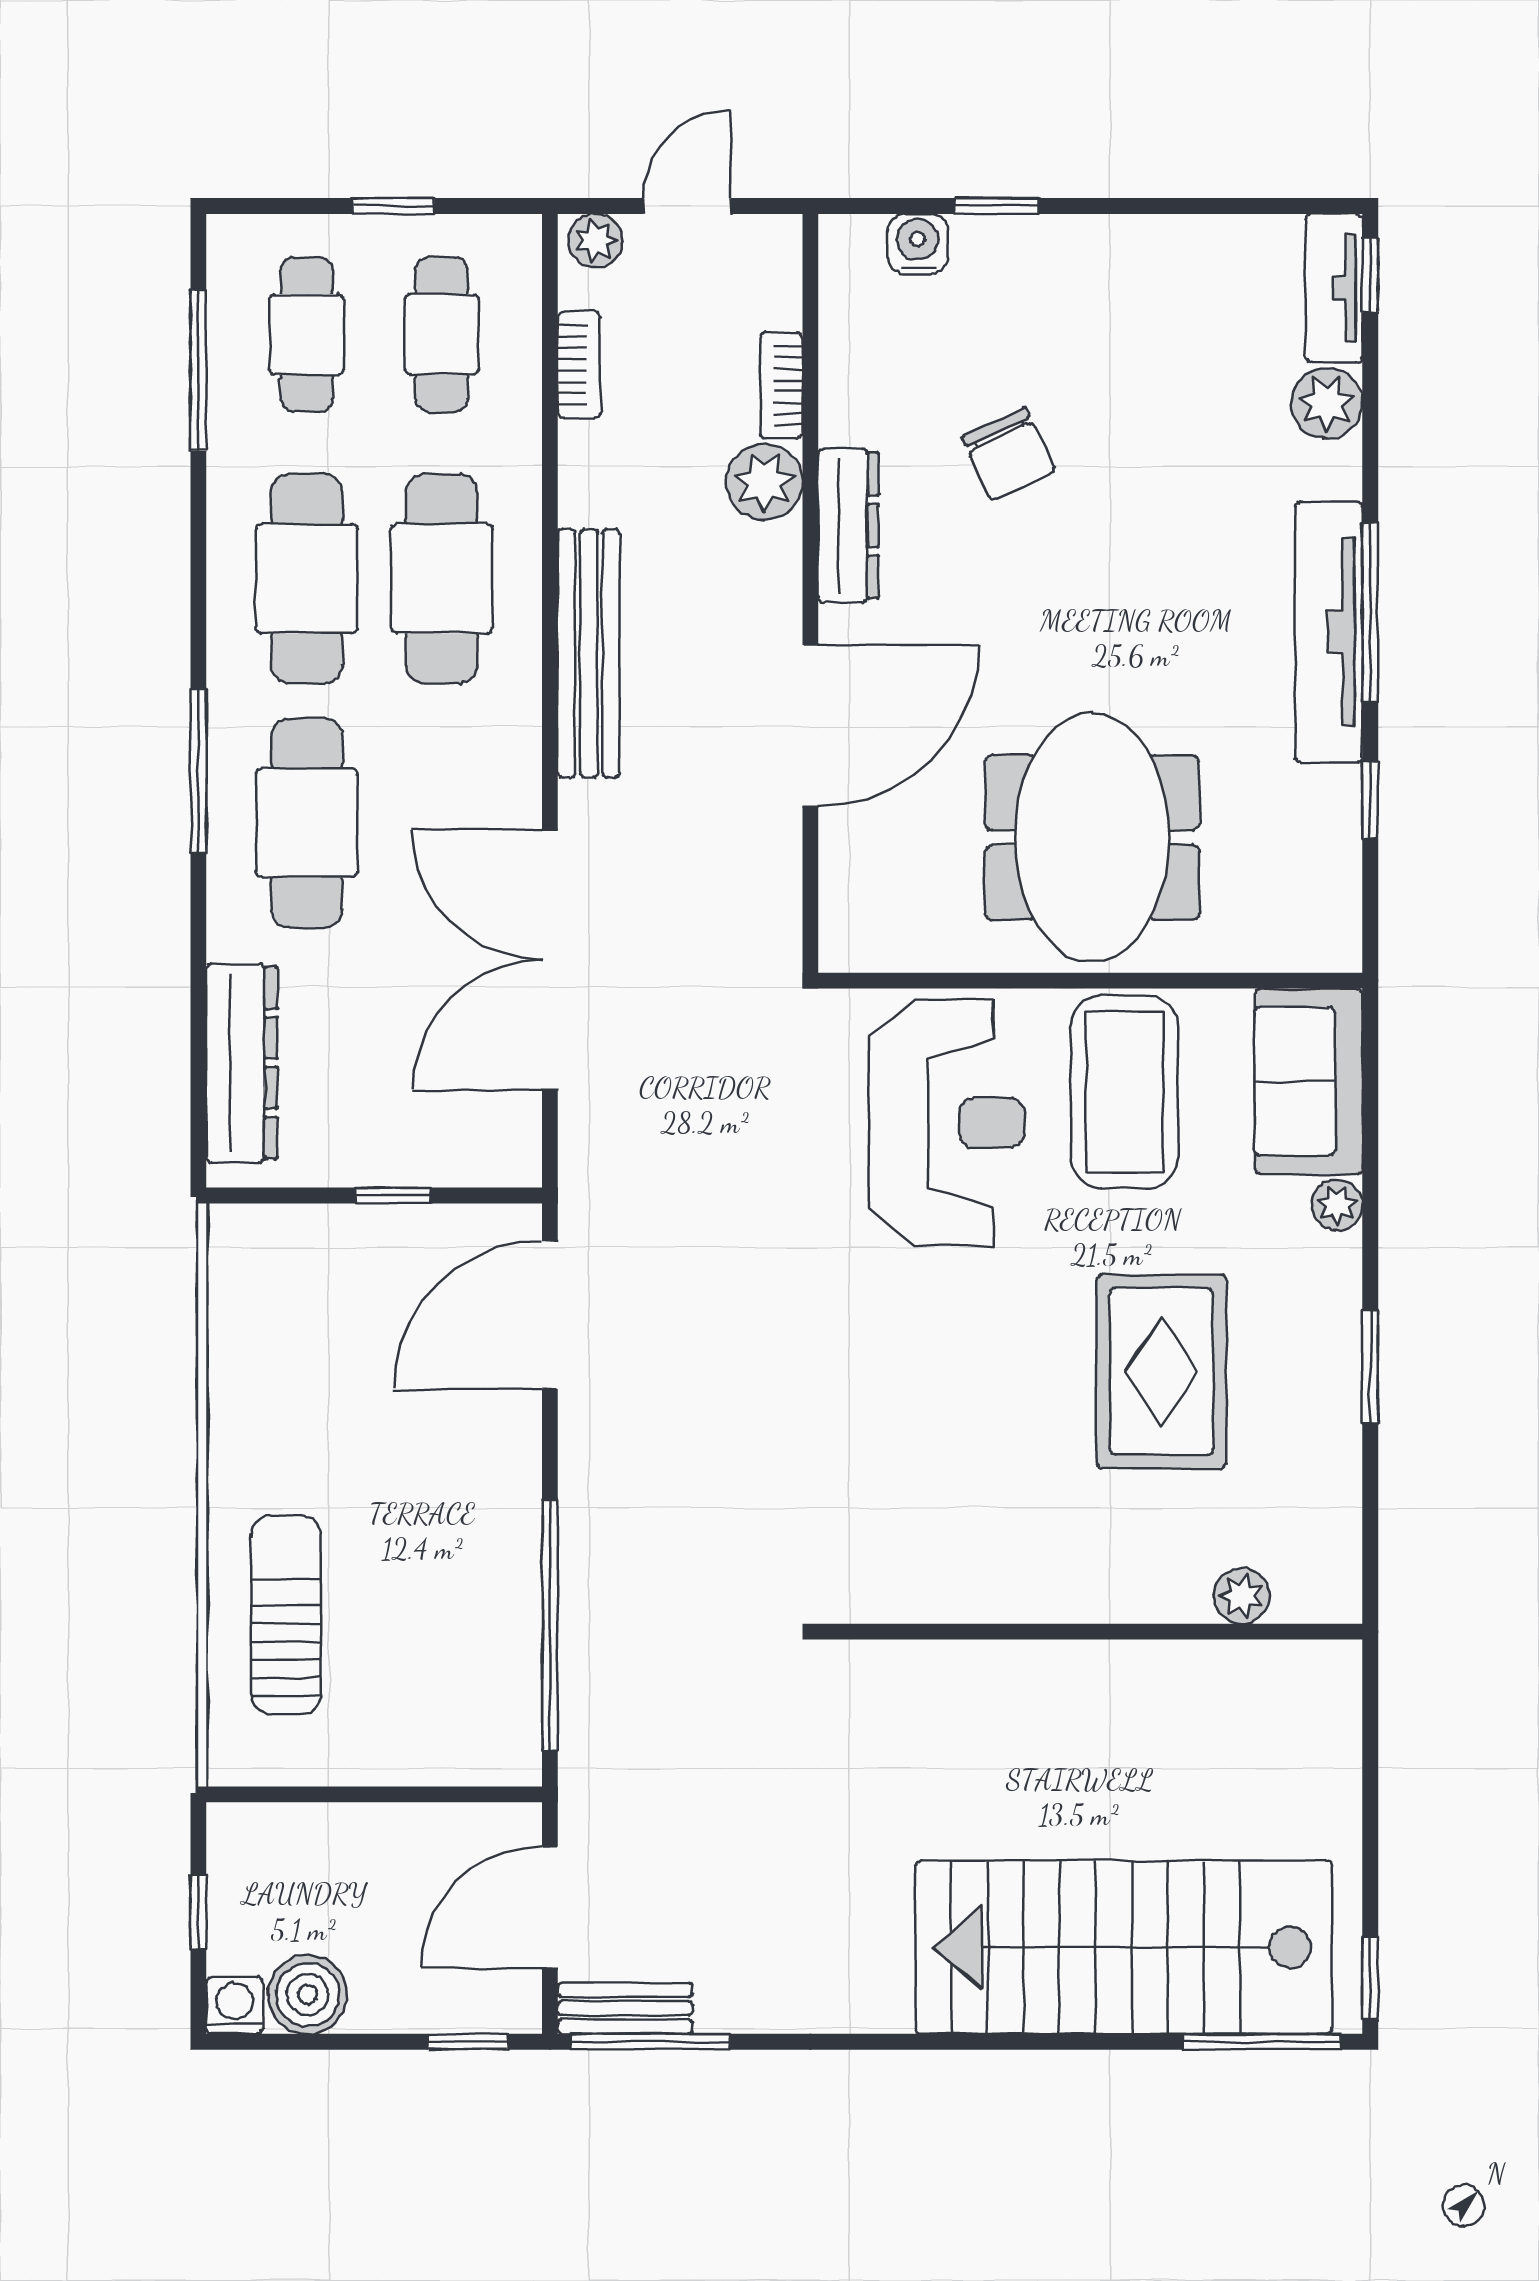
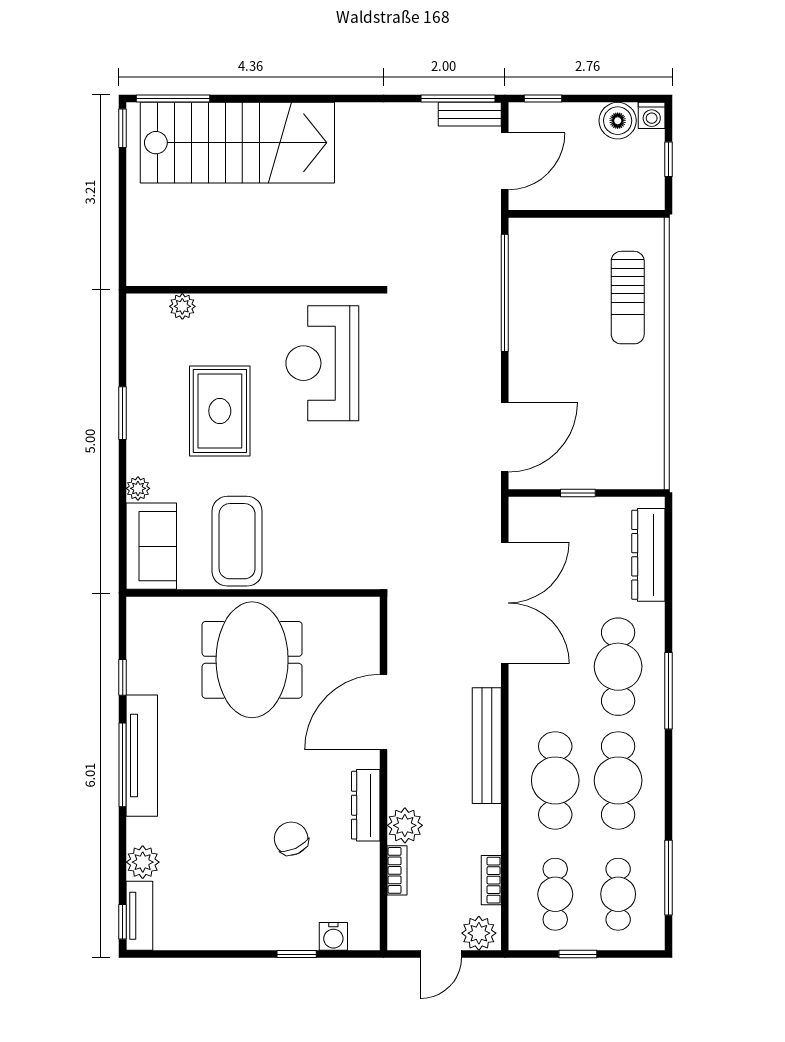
plant: (596, 241) -> (479, 933), width x1.38, depth x1.38
reception desk: (947, 1123) -> (322, 363), moved

